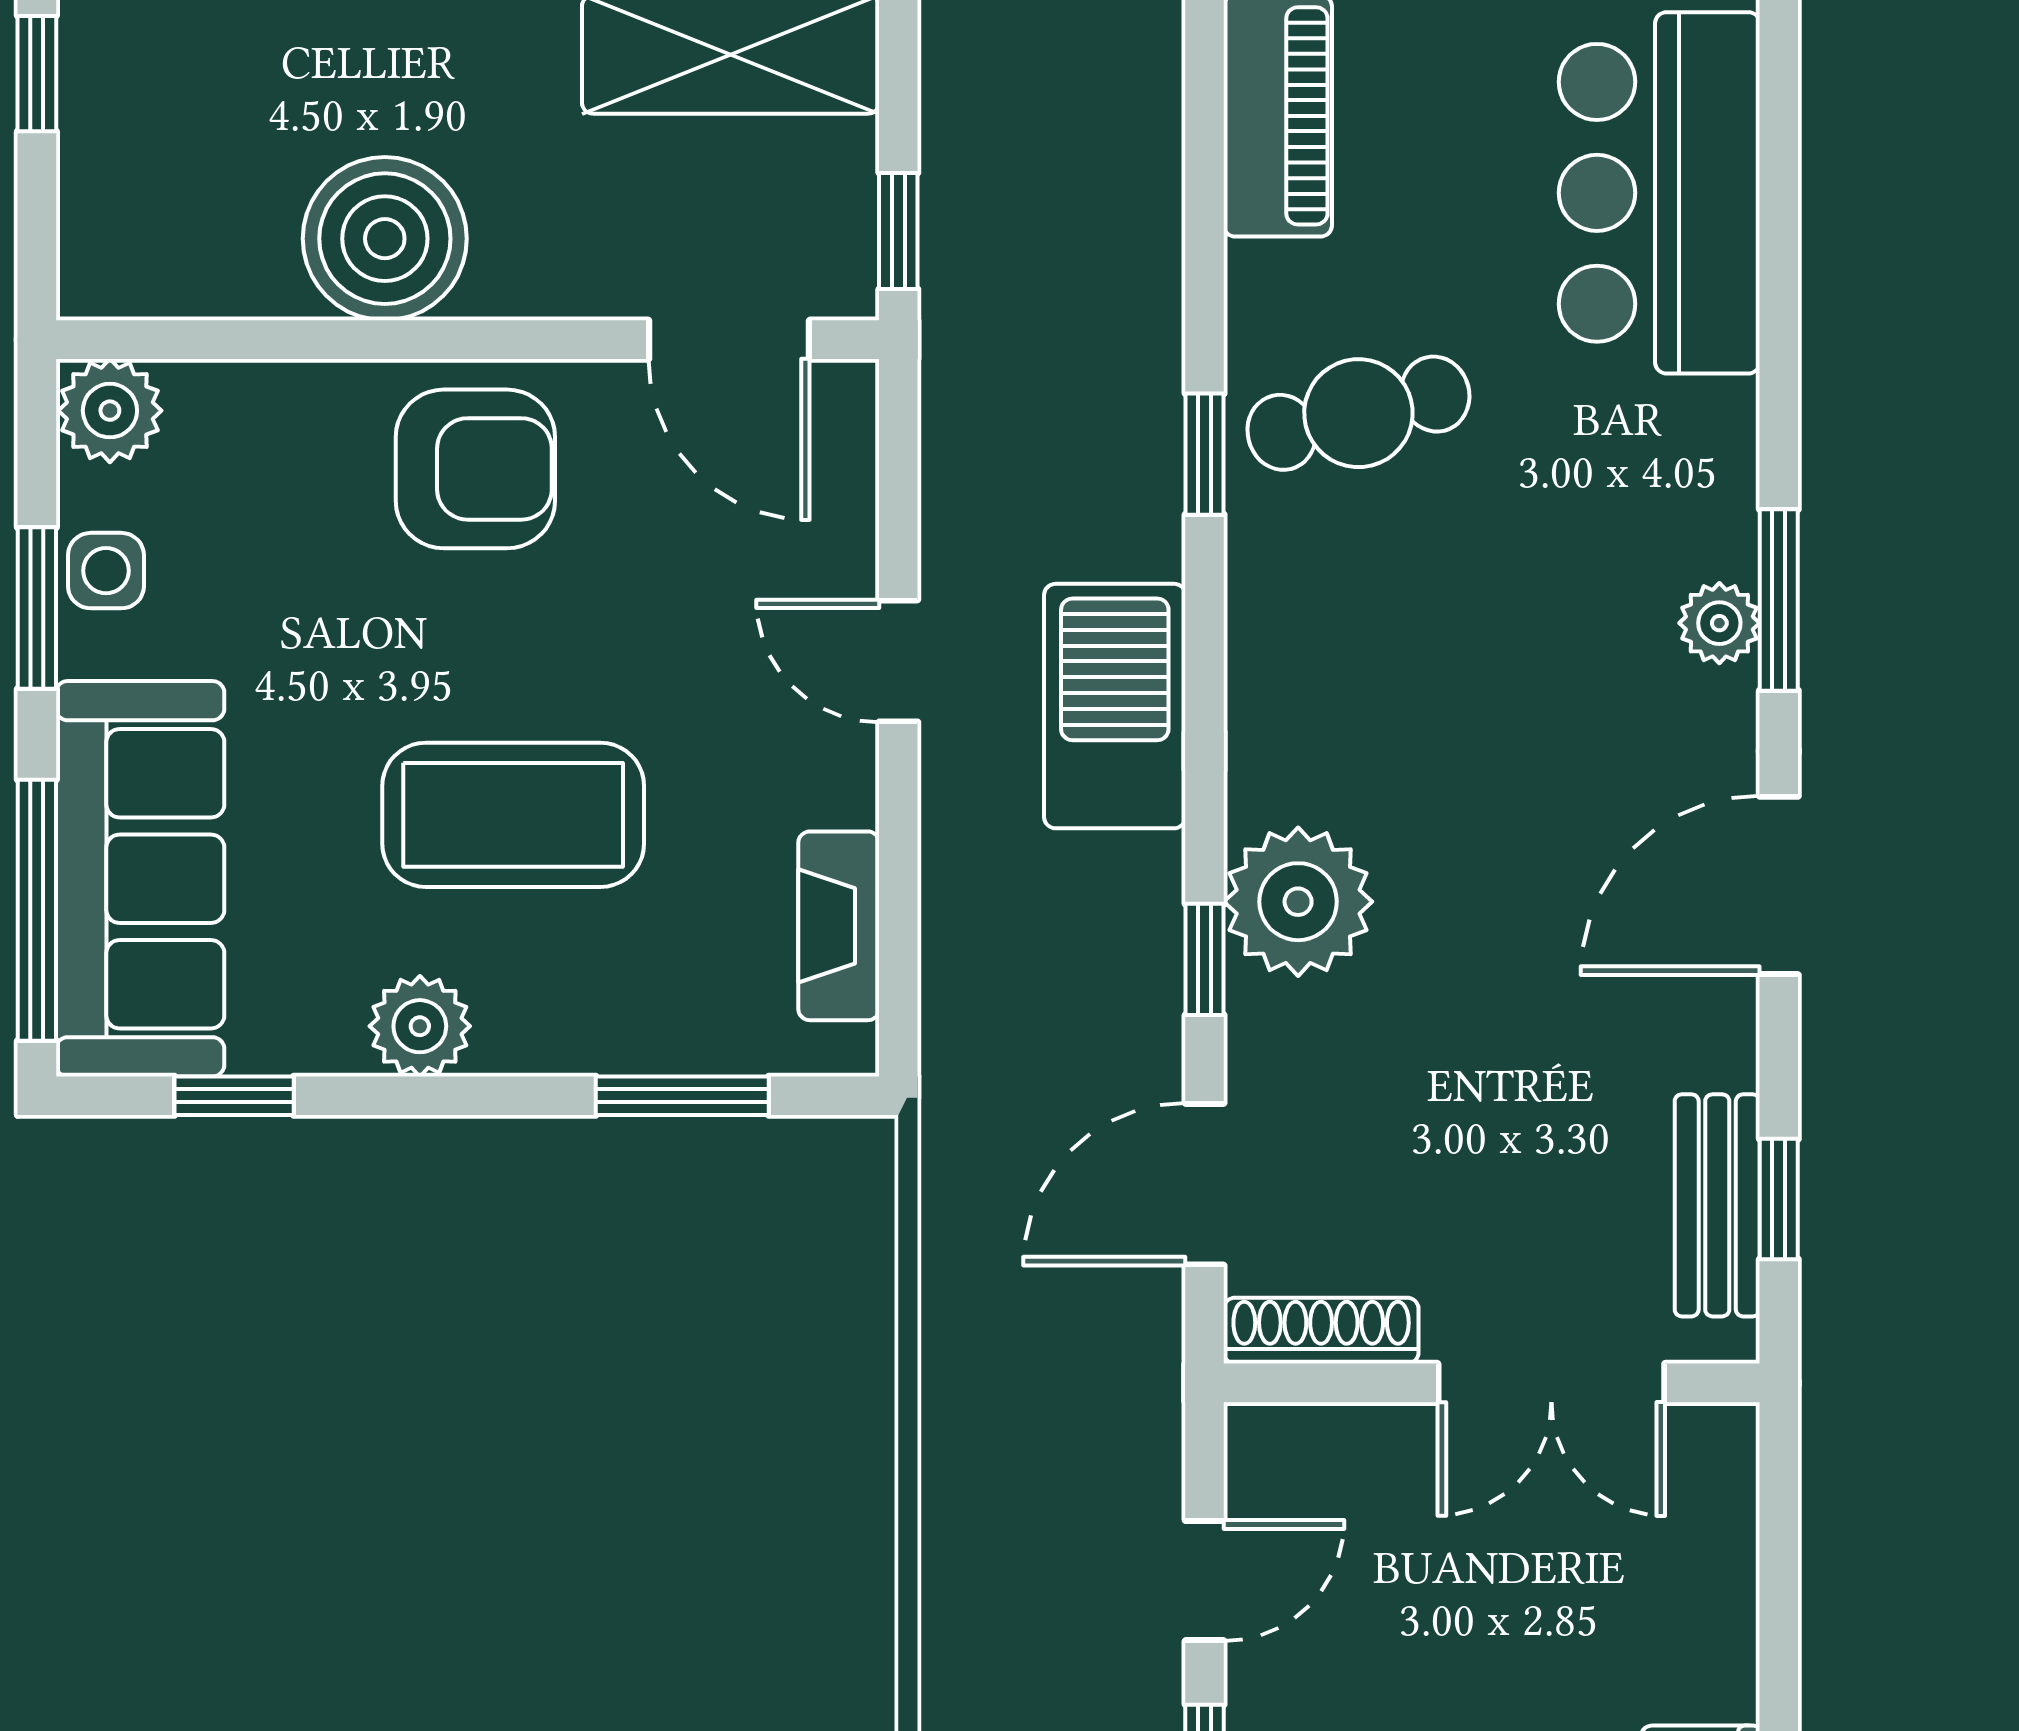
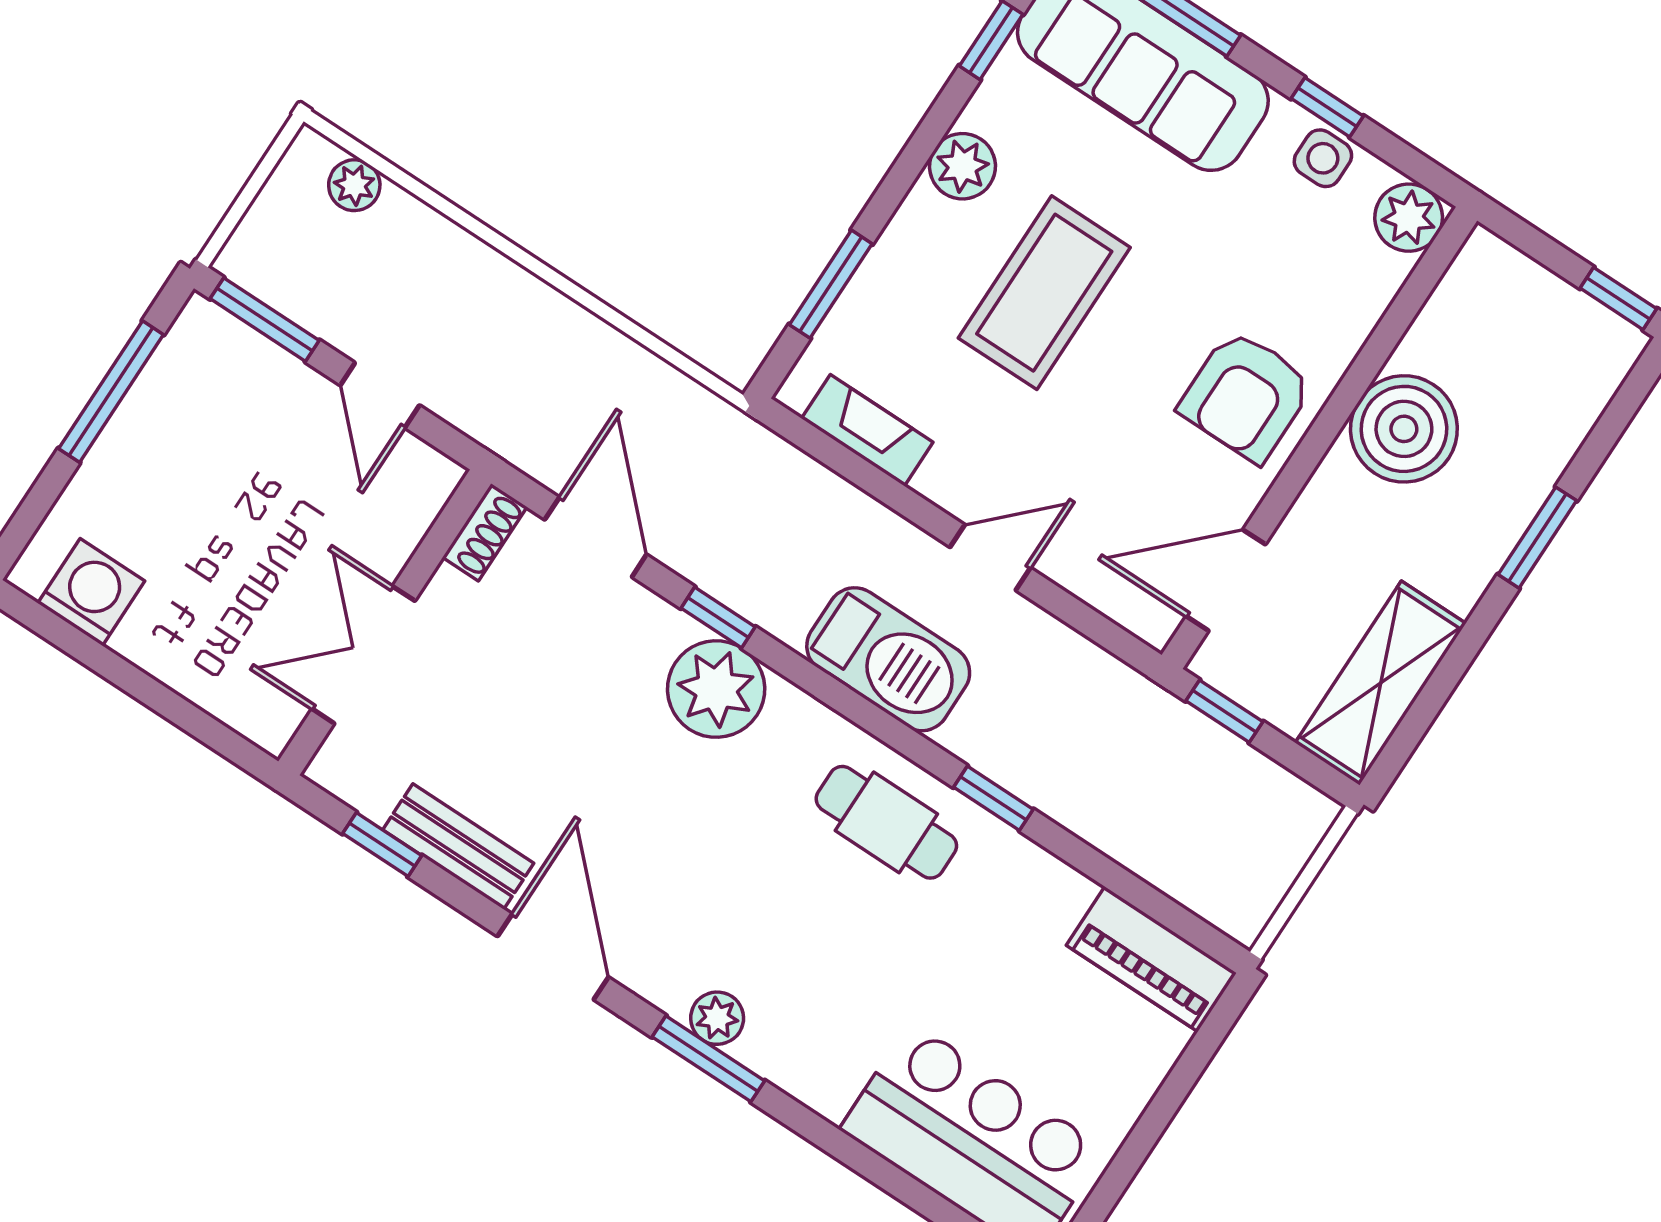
cafe table: (1358, 413) -> (886, 822), moved, turned -76
window: (37, 608) -> (1327, 107), width x0.67
bench: (1717, 1205) -> (458, 846), moved
shoe rack: (1321, 1331) -> (485, 532), width x0.70

